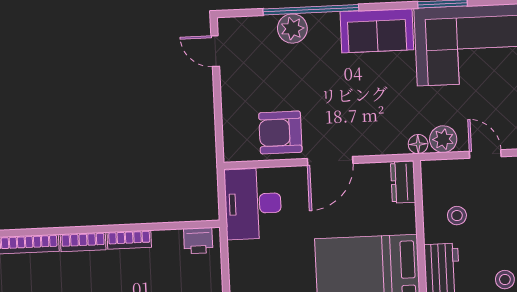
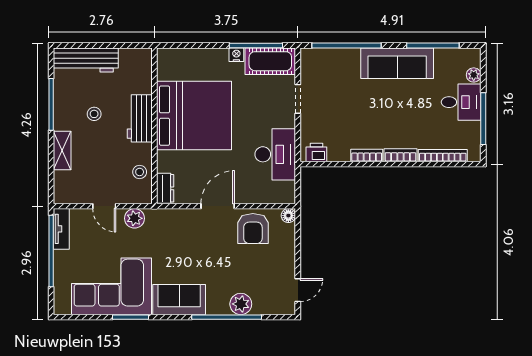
door: (215, 51) -> (298, 290), hinge flipped
armchair: (280, 132) -> (253, 229), turned 90
floor lamp: (418, 144) -> (288, 216), moved
desk: (253, 204) -> (275, 154), moved
stool: (457, 216) -> (140, 172), moved

